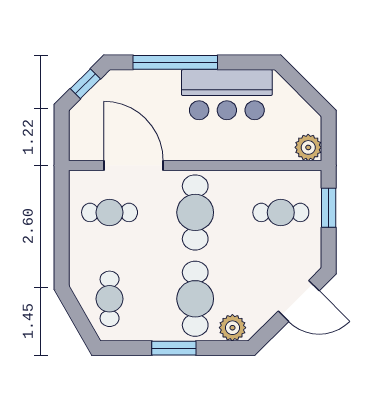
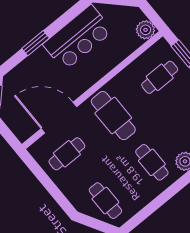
window: (175, 62) -> (36, 43), width x0.47
cafe table: (195, 299) -> (152, 162), width x0.73, depth x0.74
window: (174, 348) -> (162, 199), removed

